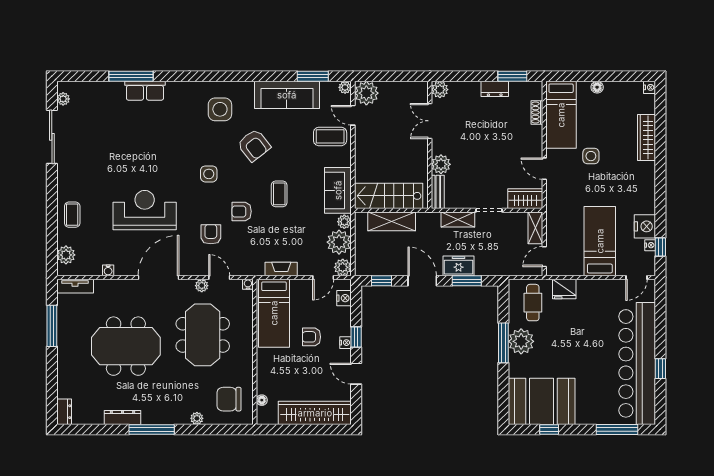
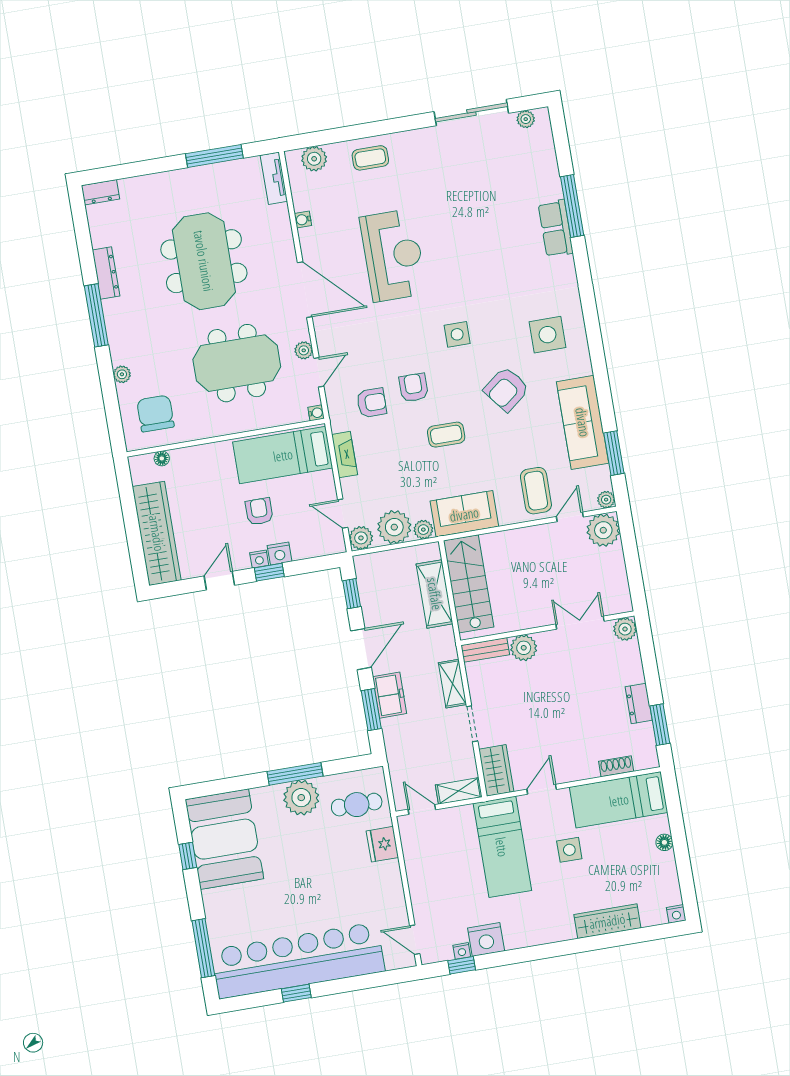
armchair: (211, 234) -> (372, 403), moved
bed: (600, 241) -> (502, 847), moved, turned 90
nightstand: (344, 298) -> (280, 554), moved

